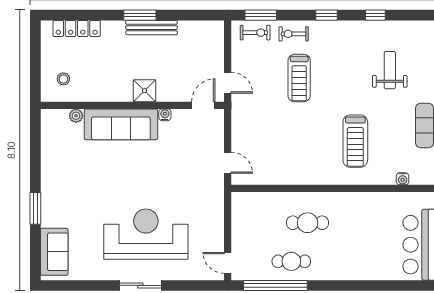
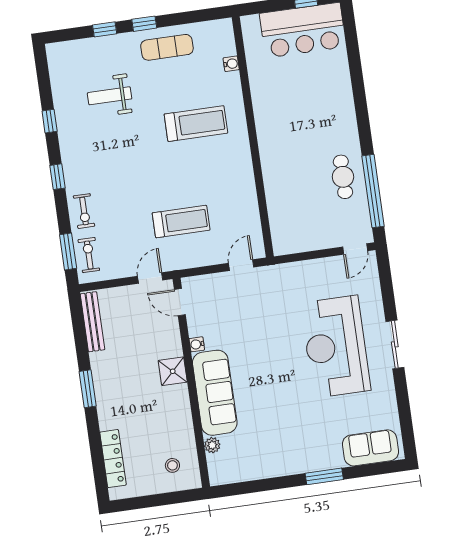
bench: (152, 28) -> (92, 322), moved
treadmill: (299, 78) -> (181, 221), moved
cafe table: (307, 223) -> (296, 165), removed

